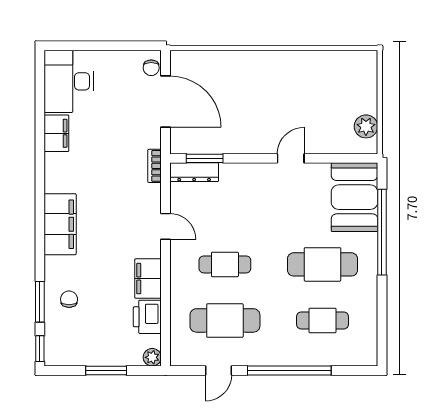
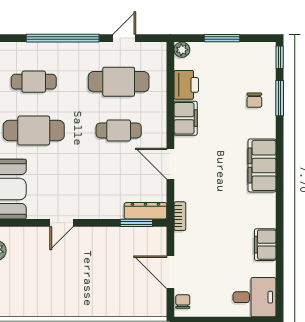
desk: (69, 81) -> (255, 297), width x0.73
door: (165, 102) -> (170, 272), width x0.73
door: (165, 226) -> (170, 164), width x1.38

